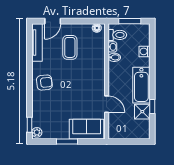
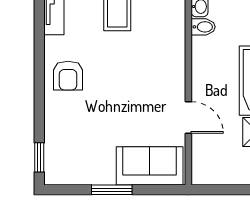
armchair: (44, 83) -> (68, 76), turned 96
plant: (37, 132) -> (53, 172), removed

